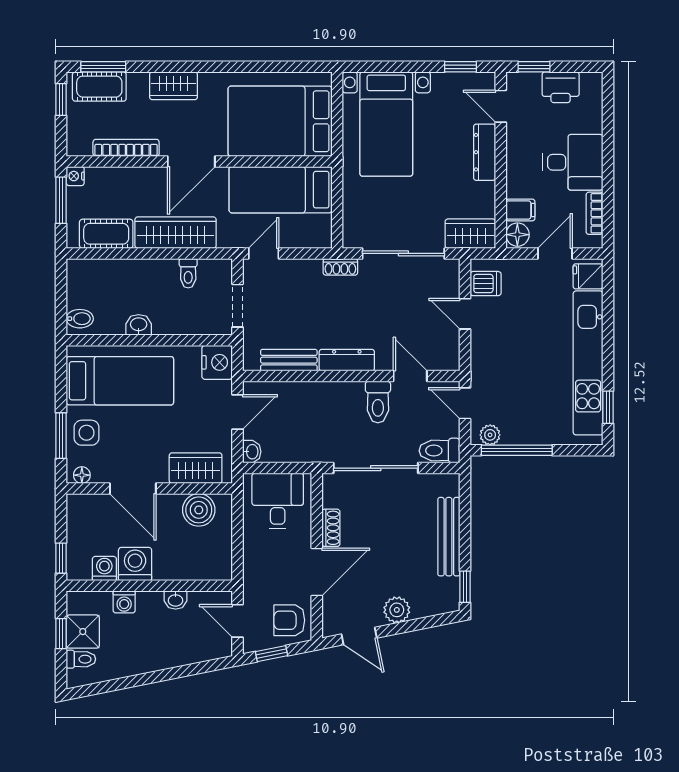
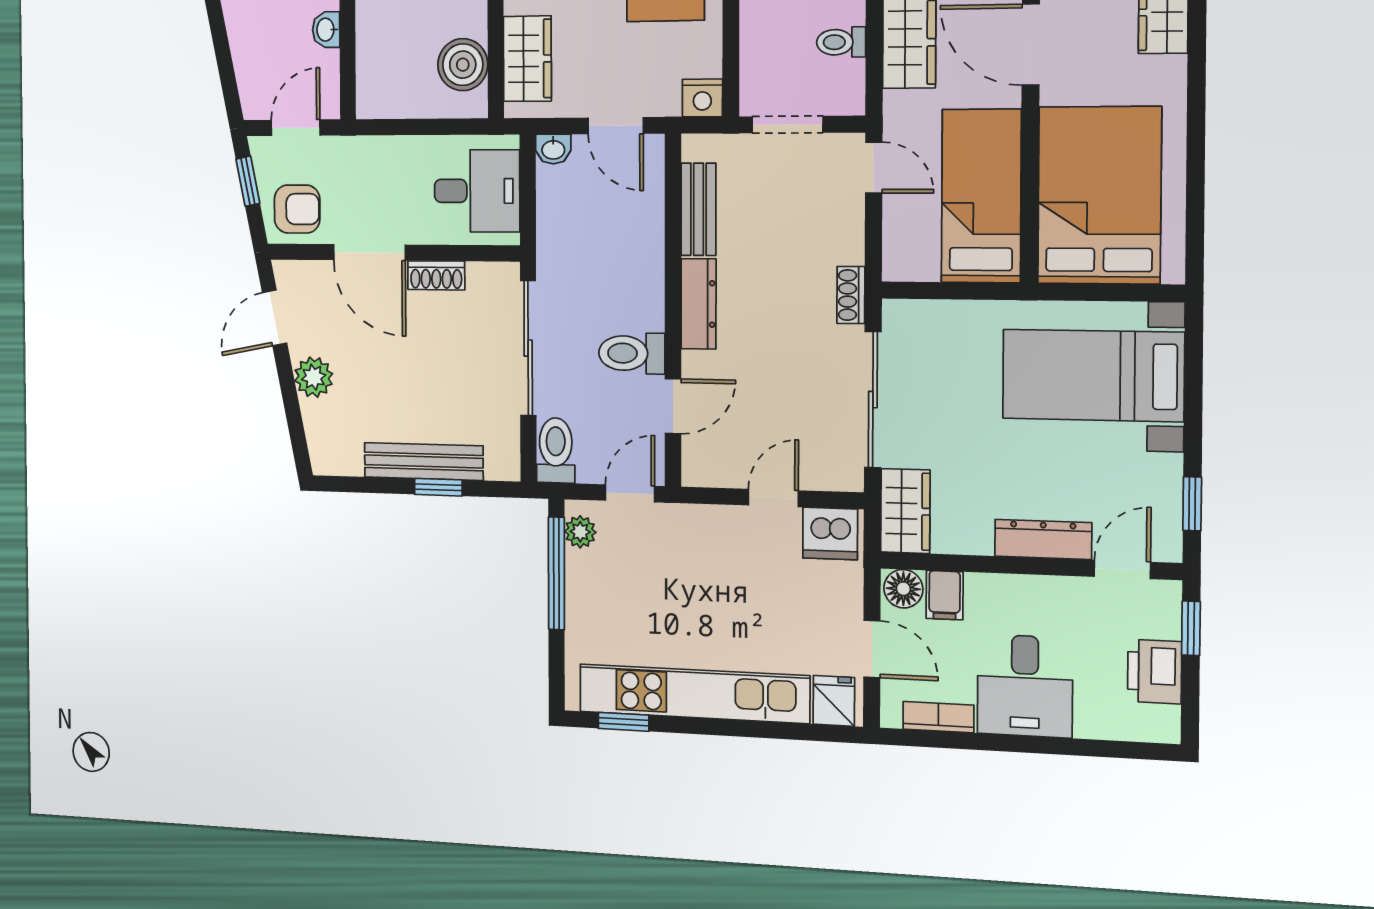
dishwasher: (486, 284) -> (830, 534), width x1.38
nightstand: (217, 362) -> (702, 98), width x0.74, depth x0.75
window: (465, 587) -> (438, 487), moved
armchair: (289, 620) -> (297, 209), turned 90

